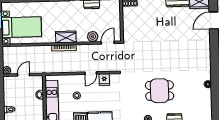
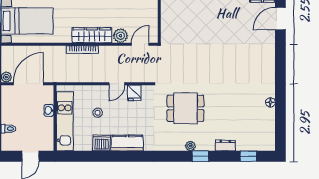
wardrobe: (66, 37) -> (92, 35), width x1.50
door: (24, 75) -> (28, 84), width x1.88
dining table: (160, 91) -> (185, 108), moved

